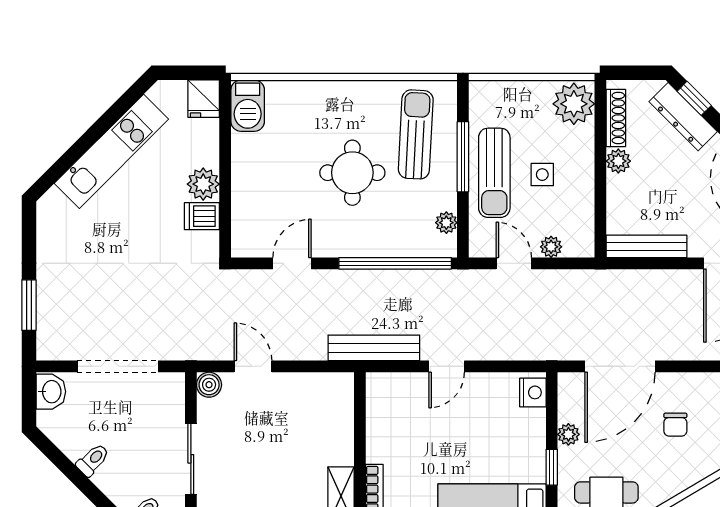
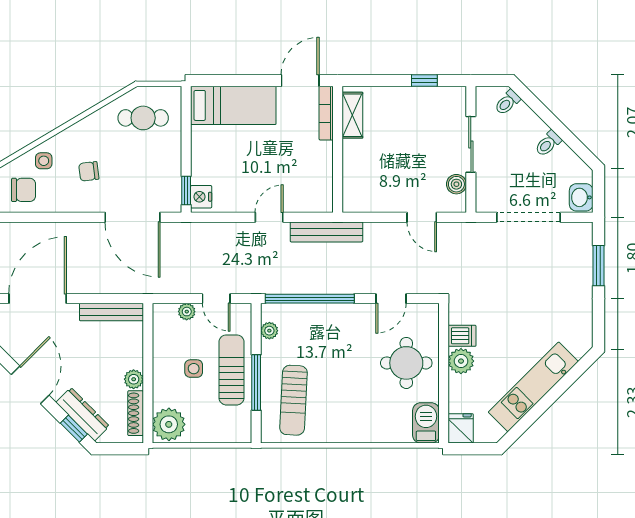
round table: (352, 173) -> (406, 363), moved
door: (620, 366) -> (132, 217), swing flipped
boiler: (209, 385) -> (456, 184), moved
chair: (675, 425) -> (89, 171), turned -97
plant: (568, 434) -> (173, 164), removed
window: (552, 467) -> (186, 191), moved

